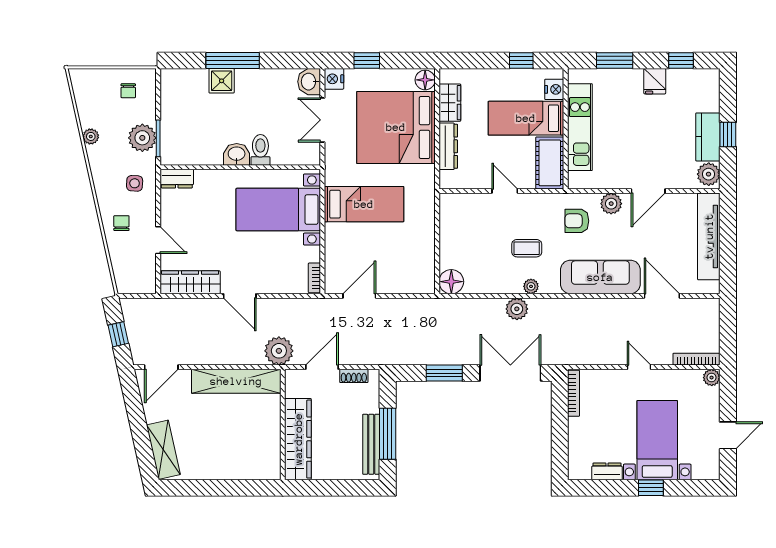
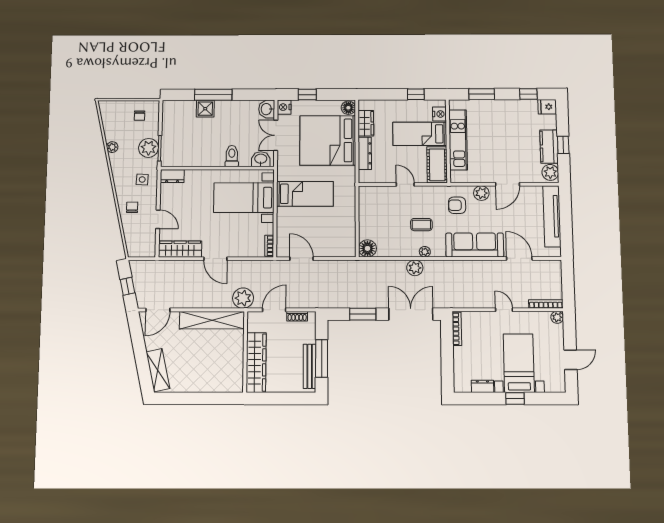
fridge: (655, 81) -> (547, 107), moved, turned 90
washbasin: (237, 154) -> (261, 159), moved
door: (359, 296) -> (301, 259), hinge flipped

